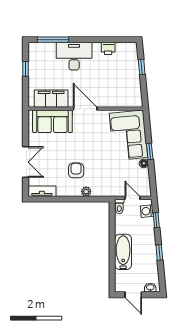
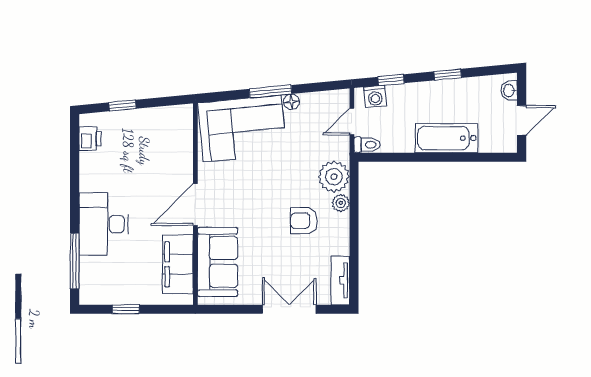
printer: (108, 48) -> (90, 139), moved
window: (150, 151) -> (271, 91), width x1.50
plant: (101, 188) -> (334, 177), added

